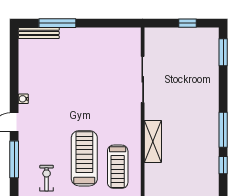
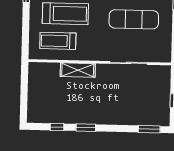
exercise mat: (89, 74) -> (134, 19), added
window: (223, 130) -> (86, 128), width x0.69

